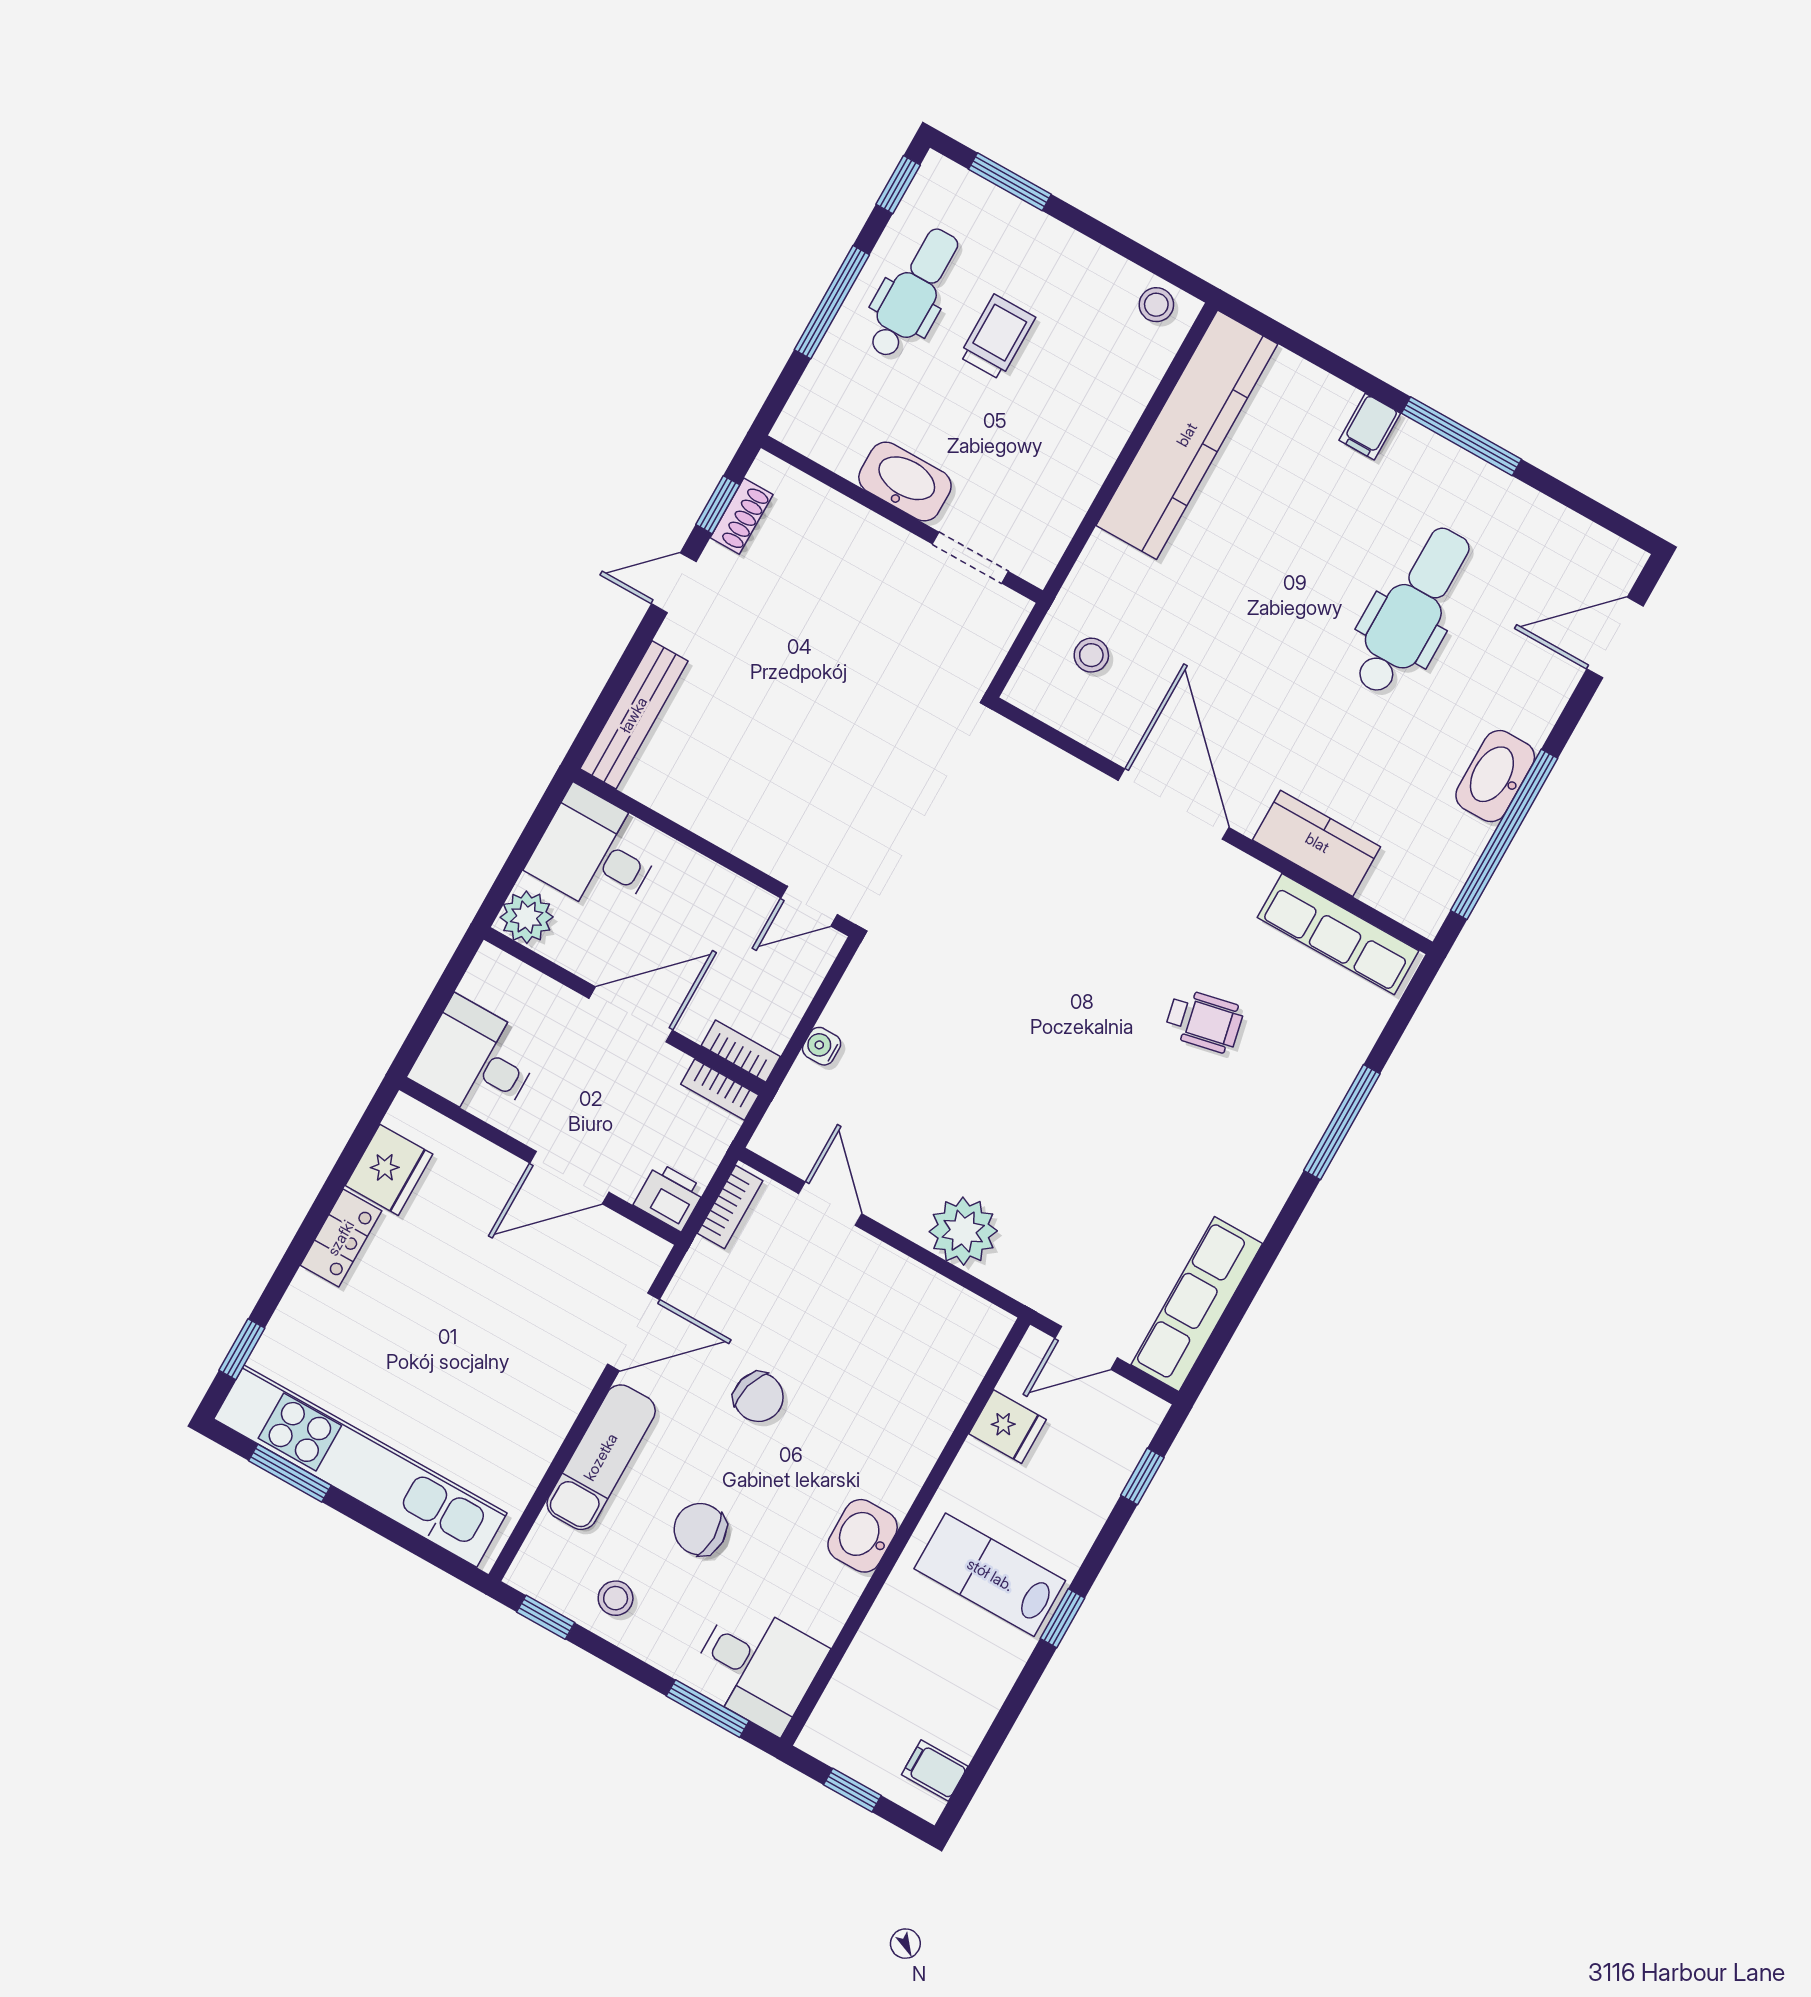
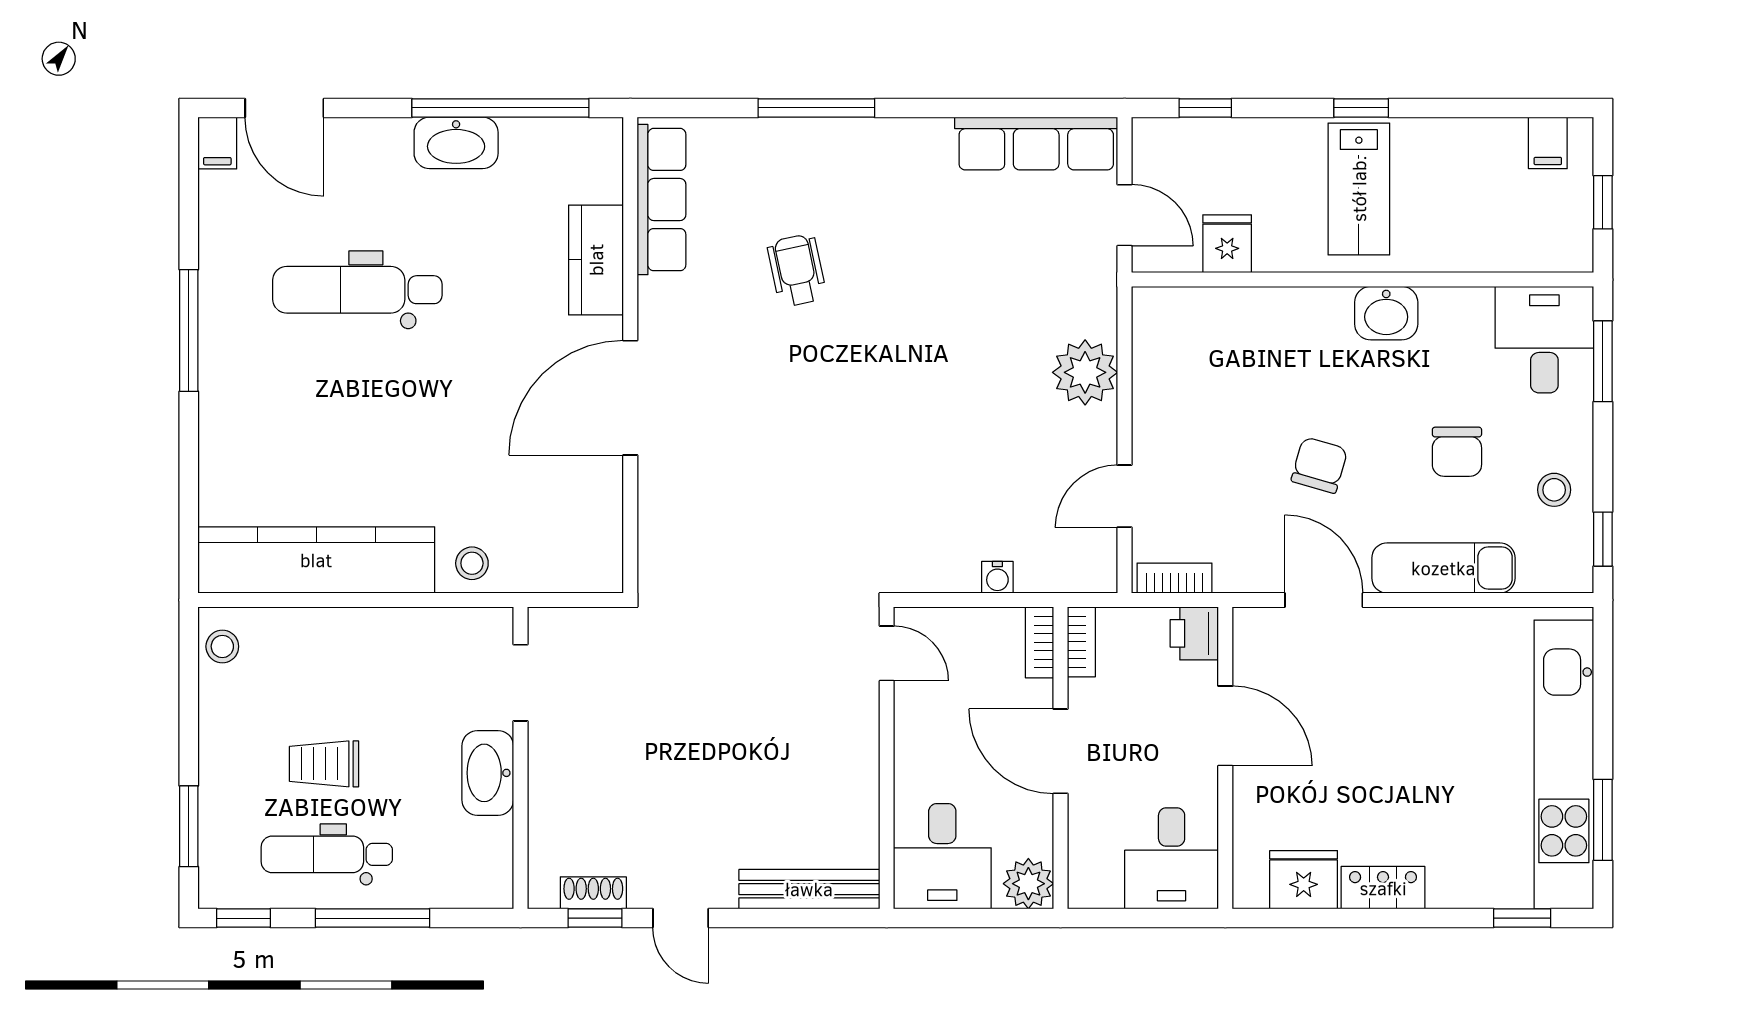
filing cabinet: (1370, 427) -> (217, 143), moved, turned 90
stool: (1091, 655) -> (472, 563), moved

